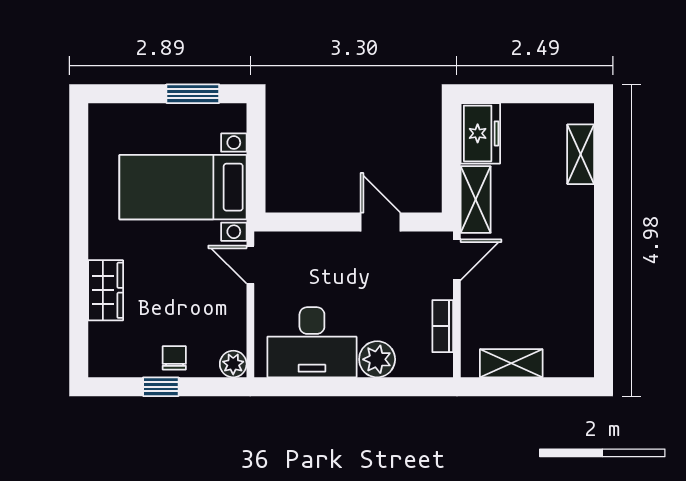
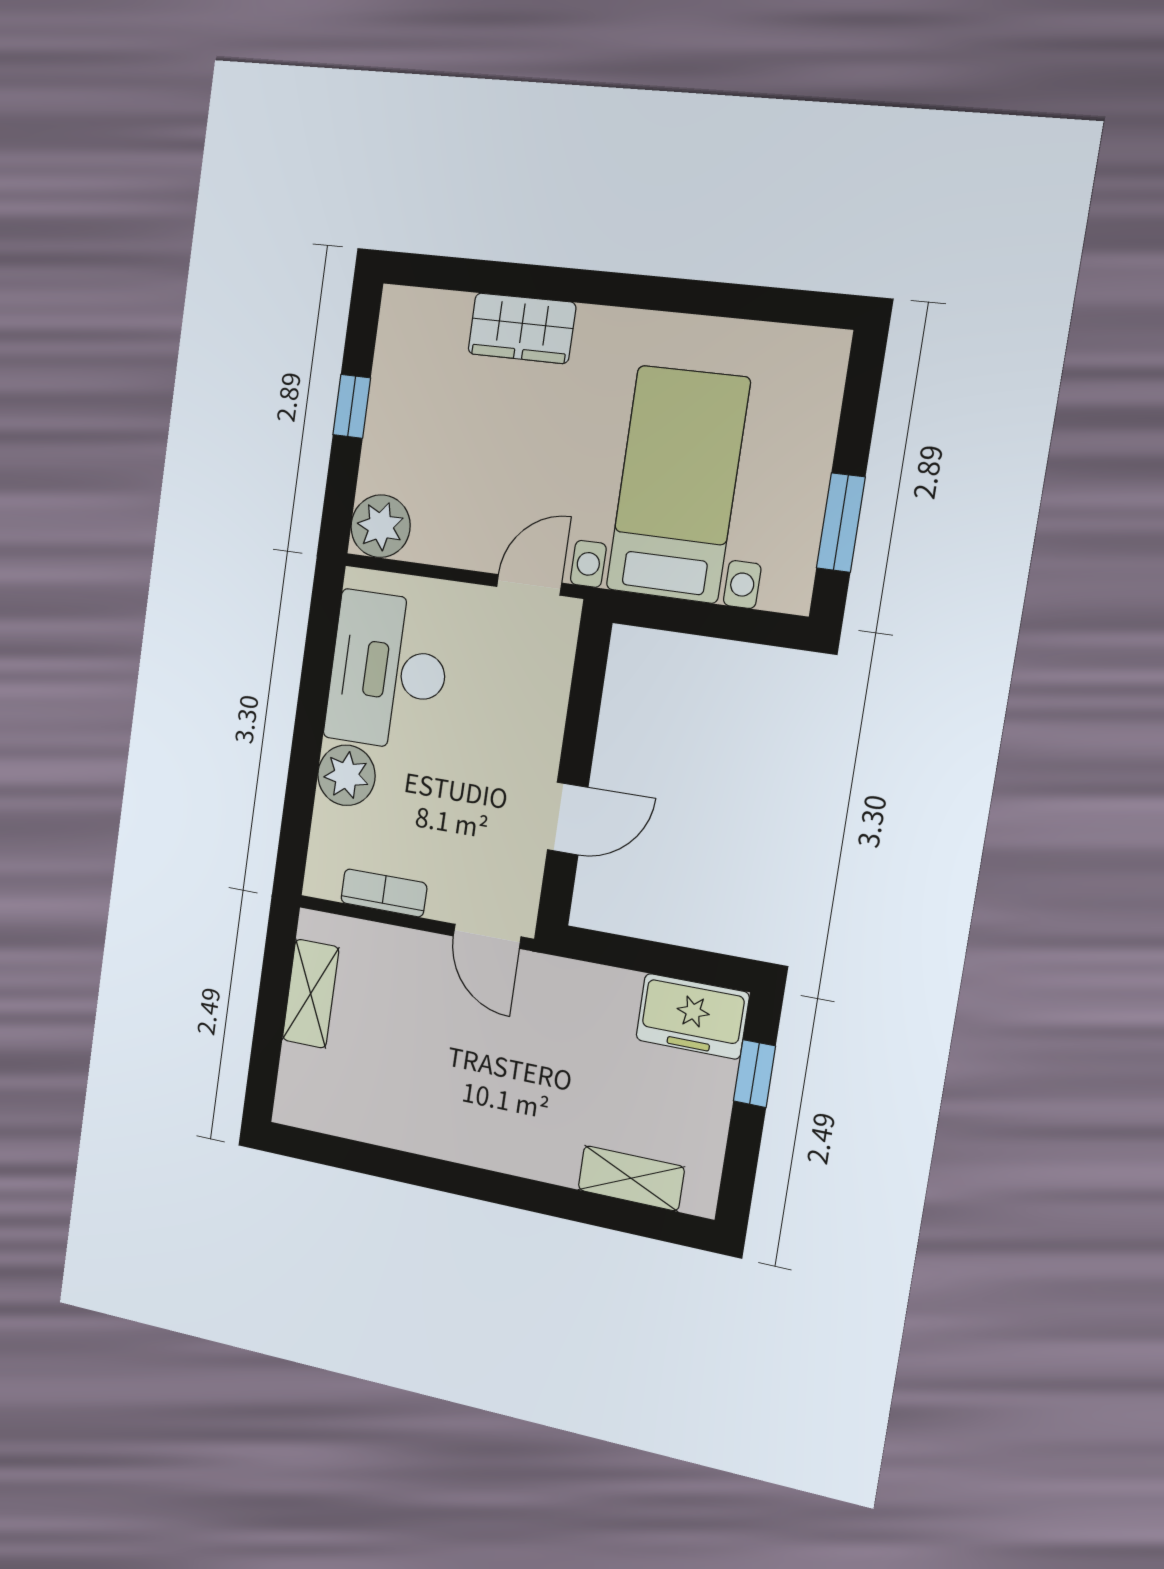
window: (506, 94) -> (754, 1074), added
shelving: (476, 200) -> (582, 987), removed
chair: (174, 358) -> (395, 435), removed
plant: (233, 364) -> (381, 526), width x1.38, depth x1.38

